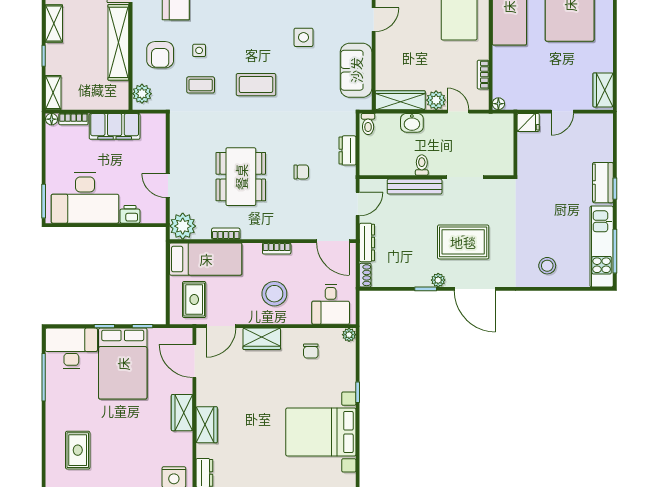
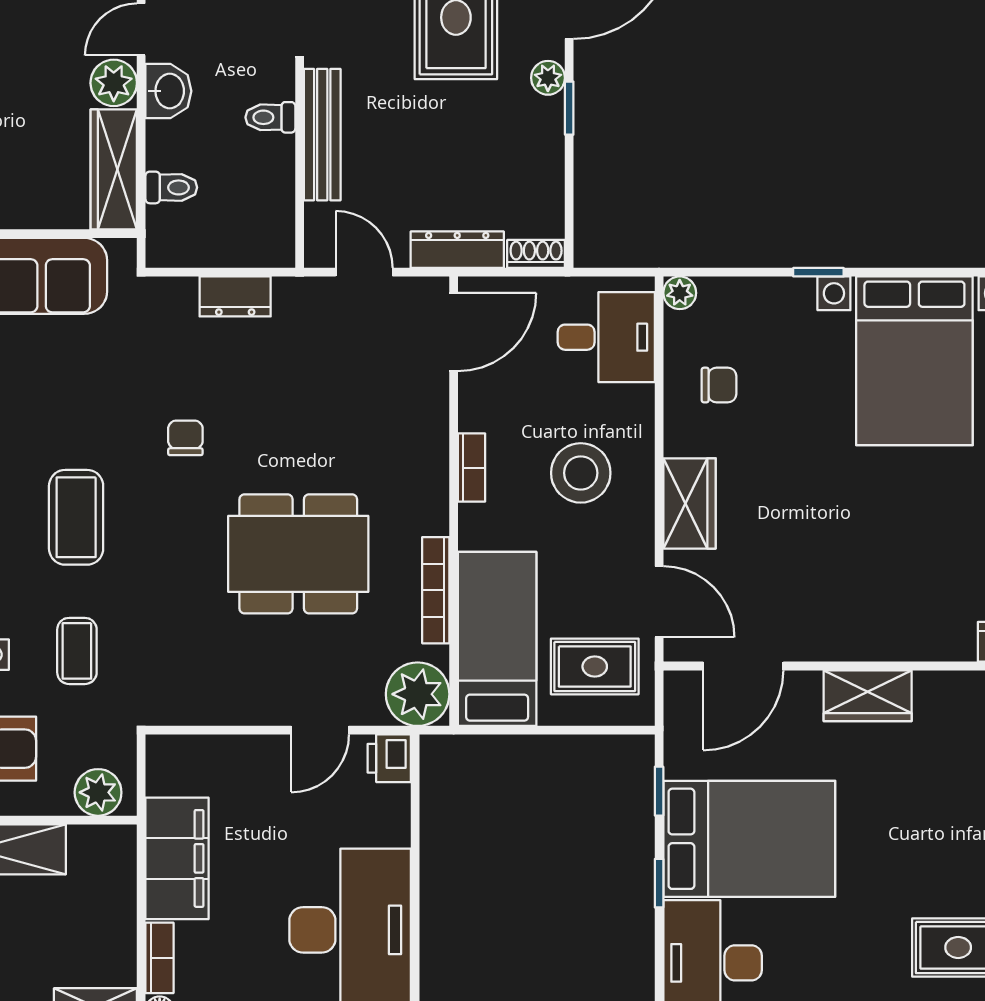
washbasin: (412, 123) -> (168, 91), moved
toilet: (368, 124) -> (171, 187), moved
chair: (301, 172) -> (185, 438), moved
printer: (130, 214) -> (389, 758), moved
bookcase: (226, 234) -> (436, 590), width x1.56
wardrobe: (207, 425) -> (897, 636), removed

